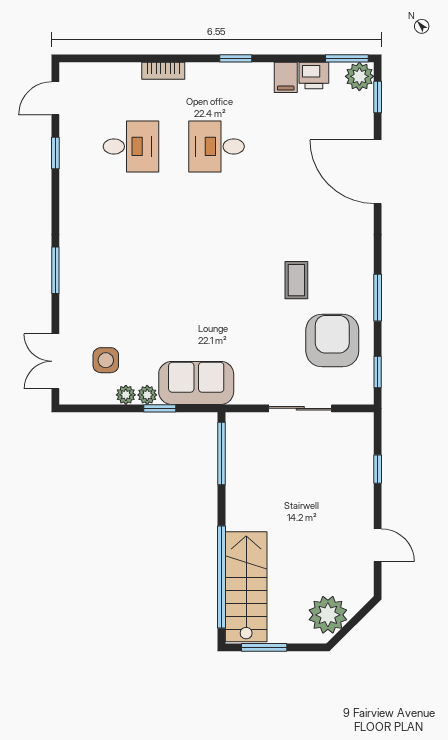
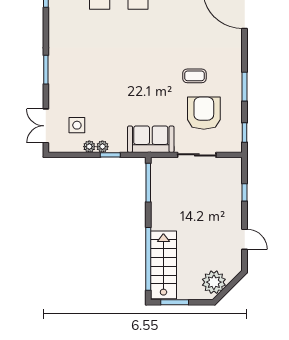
coffee table: (296, 280) -> (194, 76), turned 90
armchair: (332, 341) -> (204, 113), moved
sofa: (196, 383) -> (151, 139), moved

